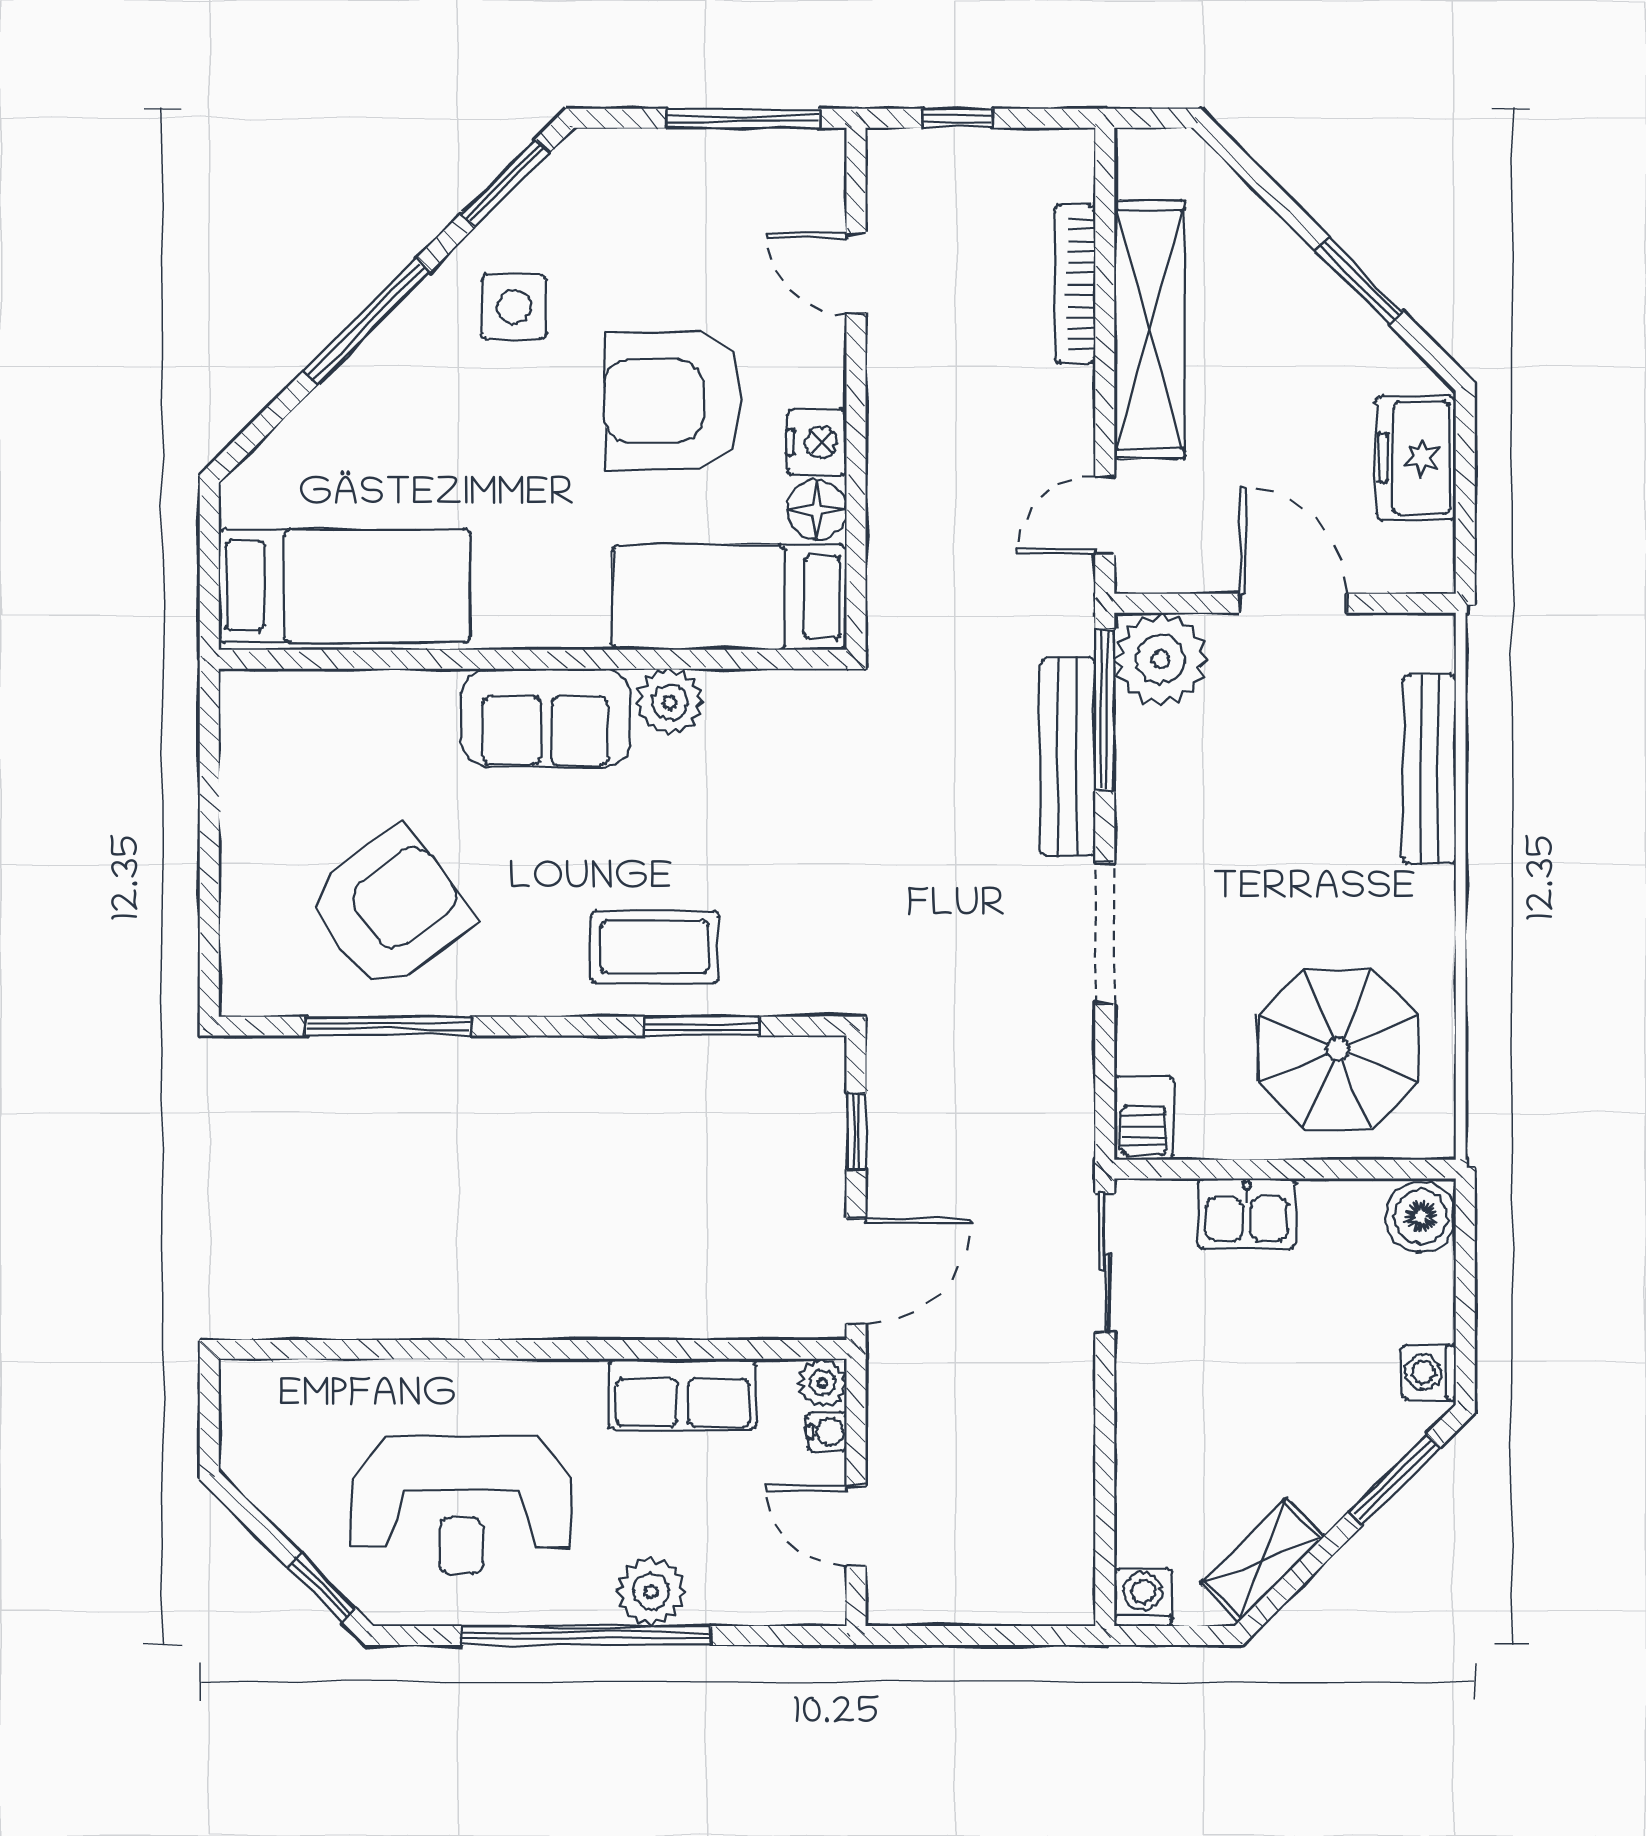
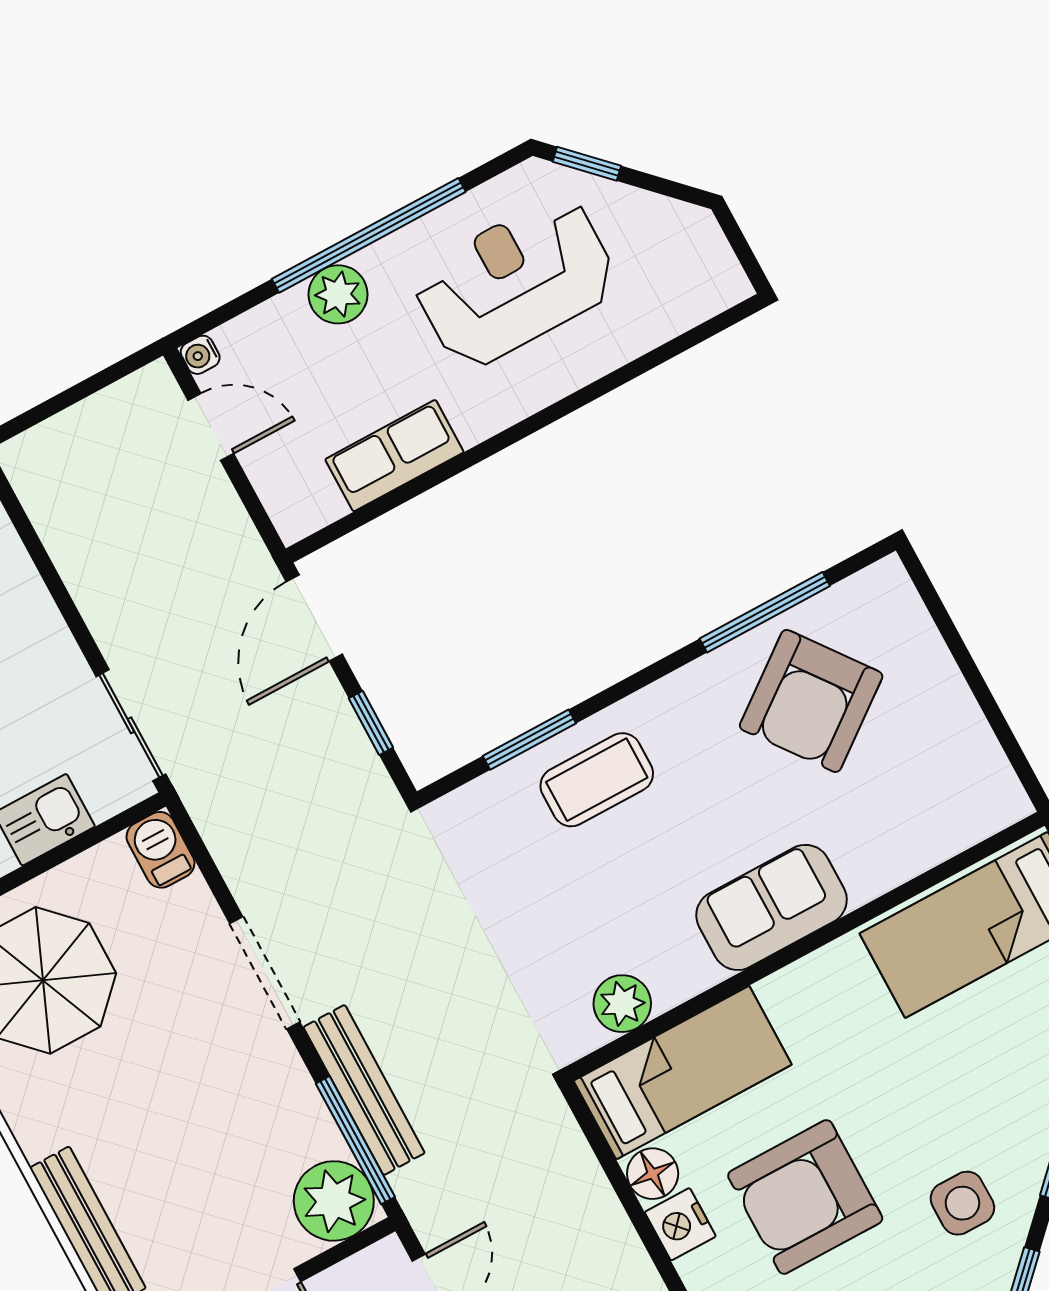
armchair: (673, 401) -> (805, 1197), turned 180
plant: (670, 702) -> (622, 1004), moved
plant: (823, 1383) -> (294, 521), removed
water cooler: (827, 1432) -> (200, 355), moved

